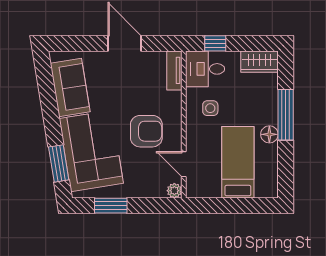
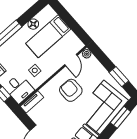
floor lamp: (269, 134) -> (33, 24), moved

